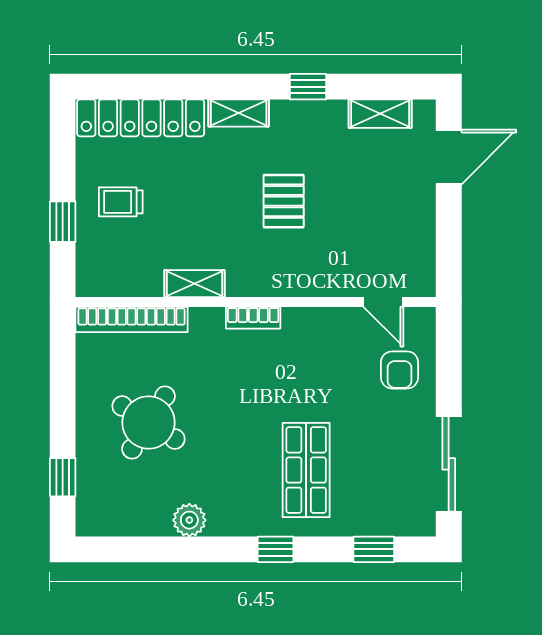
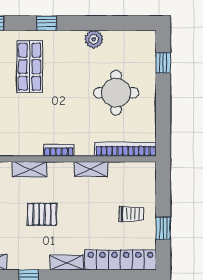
pallet: (284, 201) -> (42, 214), turned 90
window: (63, 222) -> (163, 228), moved
shelving: (306, 283) -> (30, 169), added
round table: (149, 423) -> (116, 93), turned -32

